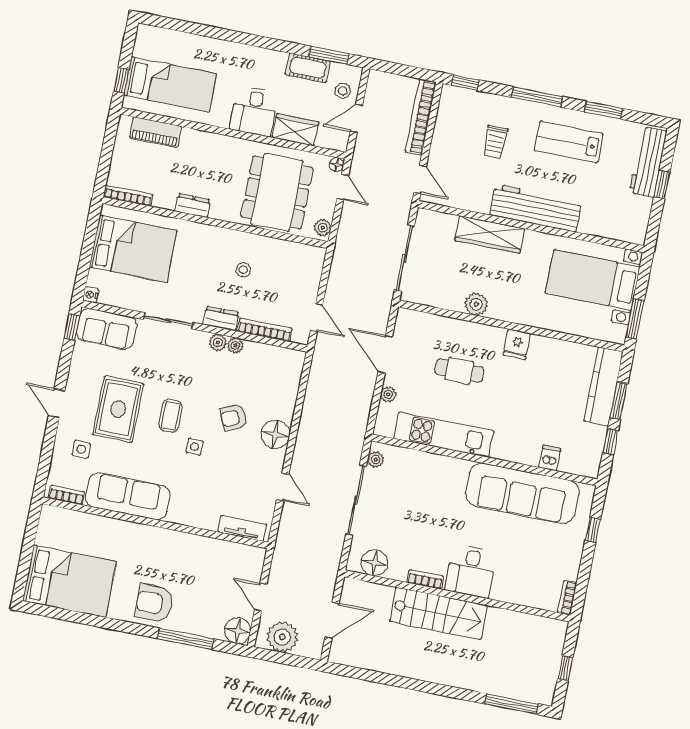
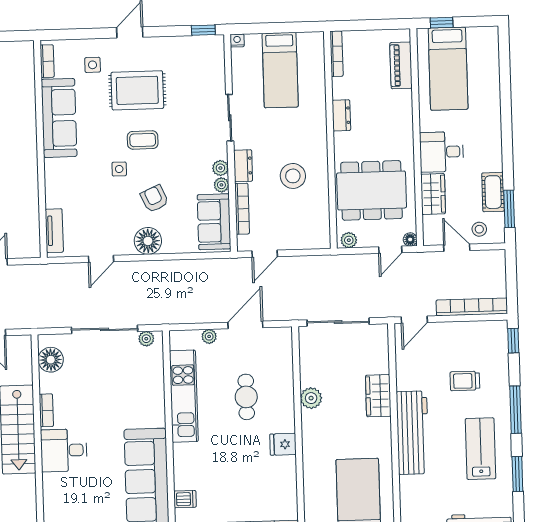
wardrobe: (490, 235) -> (378, 396), width x0.67
bed: (133, 249) -> (280, 70), width x0.67
stool: (243, 270) -> (293, 176), width x1.89, depth x1.89
sofa: (107, 329) -> (214, 222), moved

